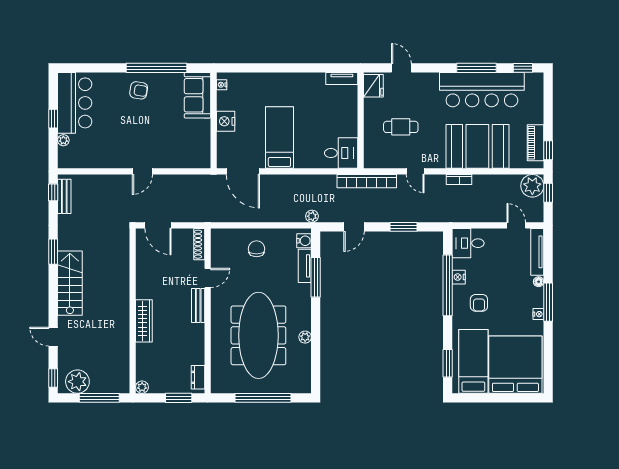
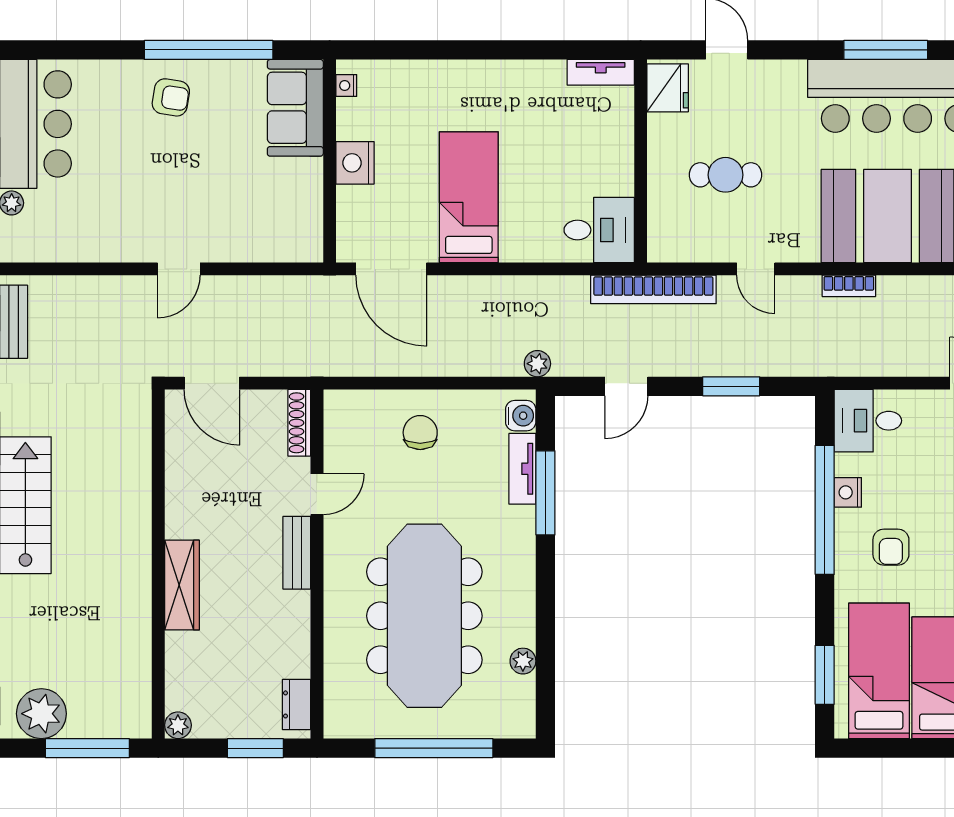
plant: (305, 337) -> (523, 661), moved

